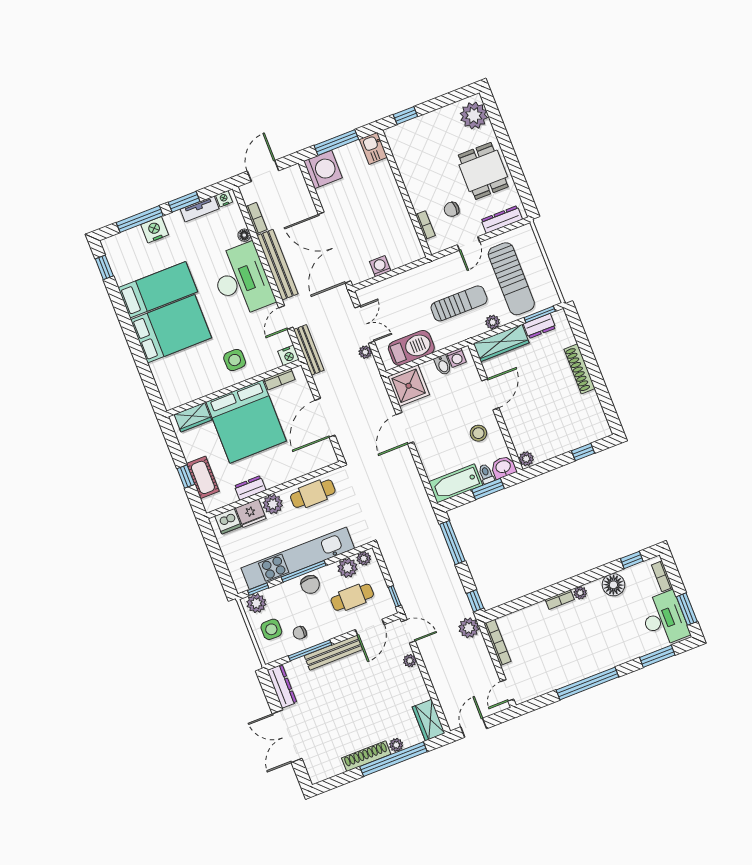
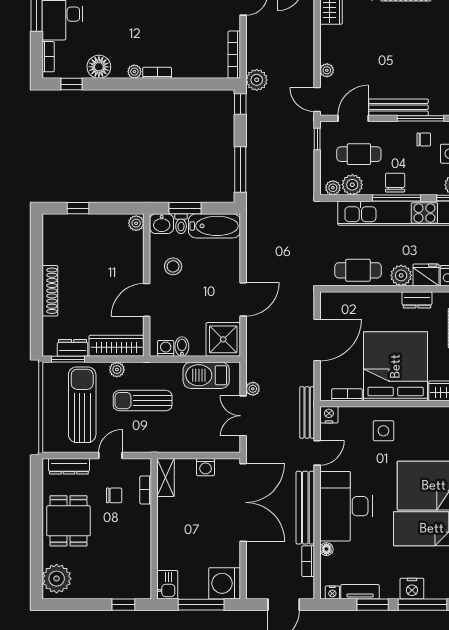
shelving: (412, 243) -> (166, 477), added

